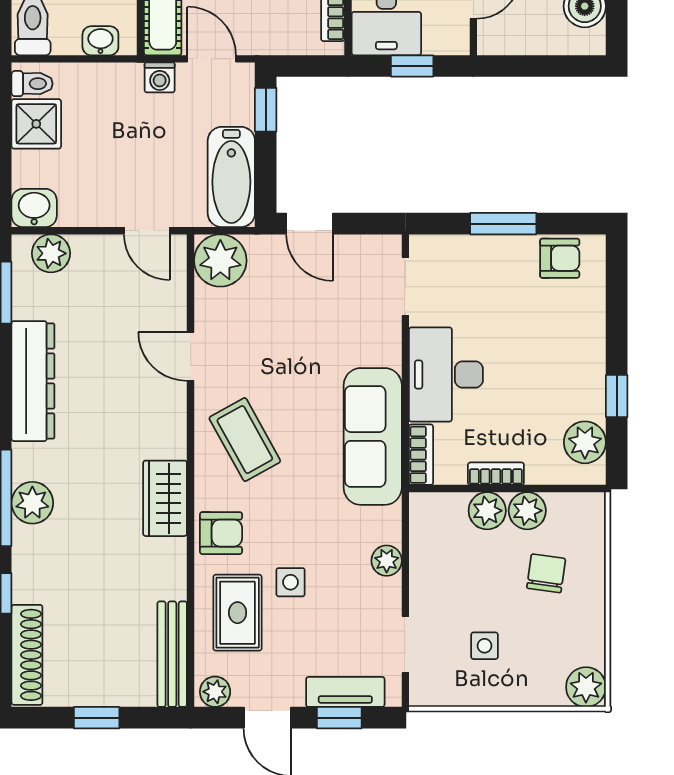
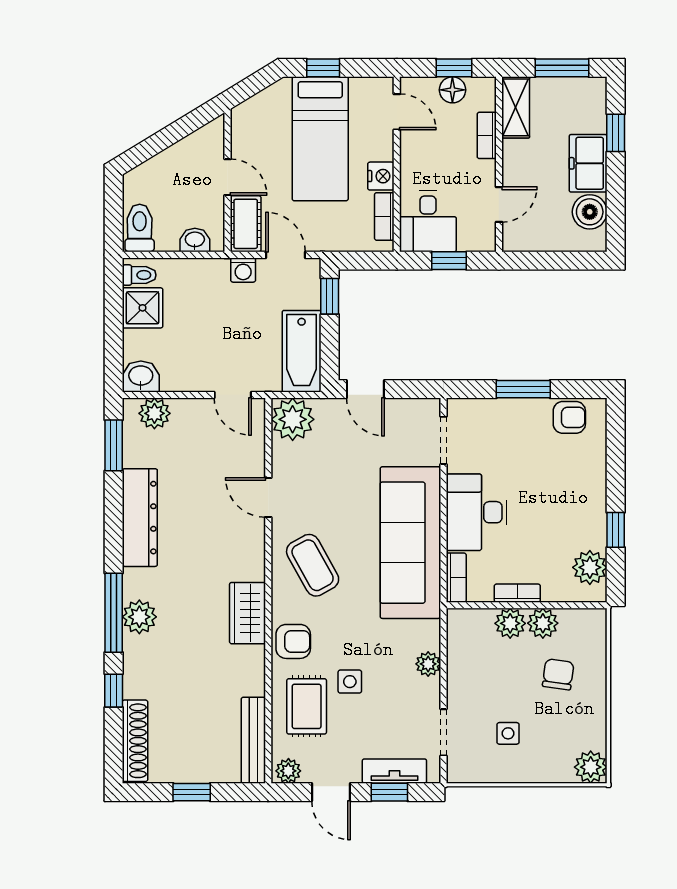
sofa: (373, 436) -> (410, 543), width x1.36, depth x1.27

